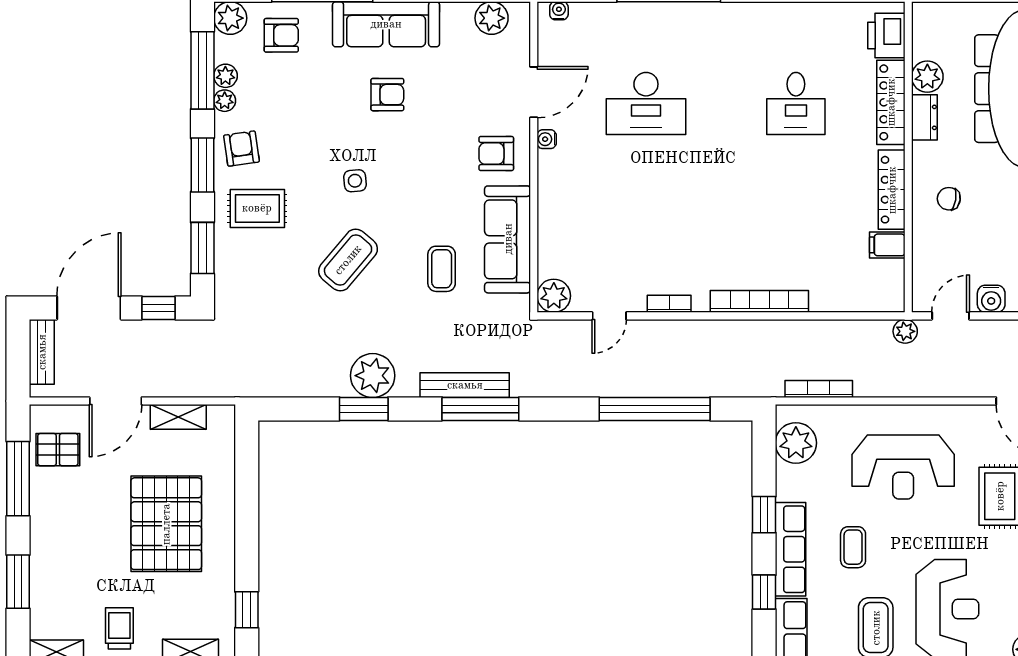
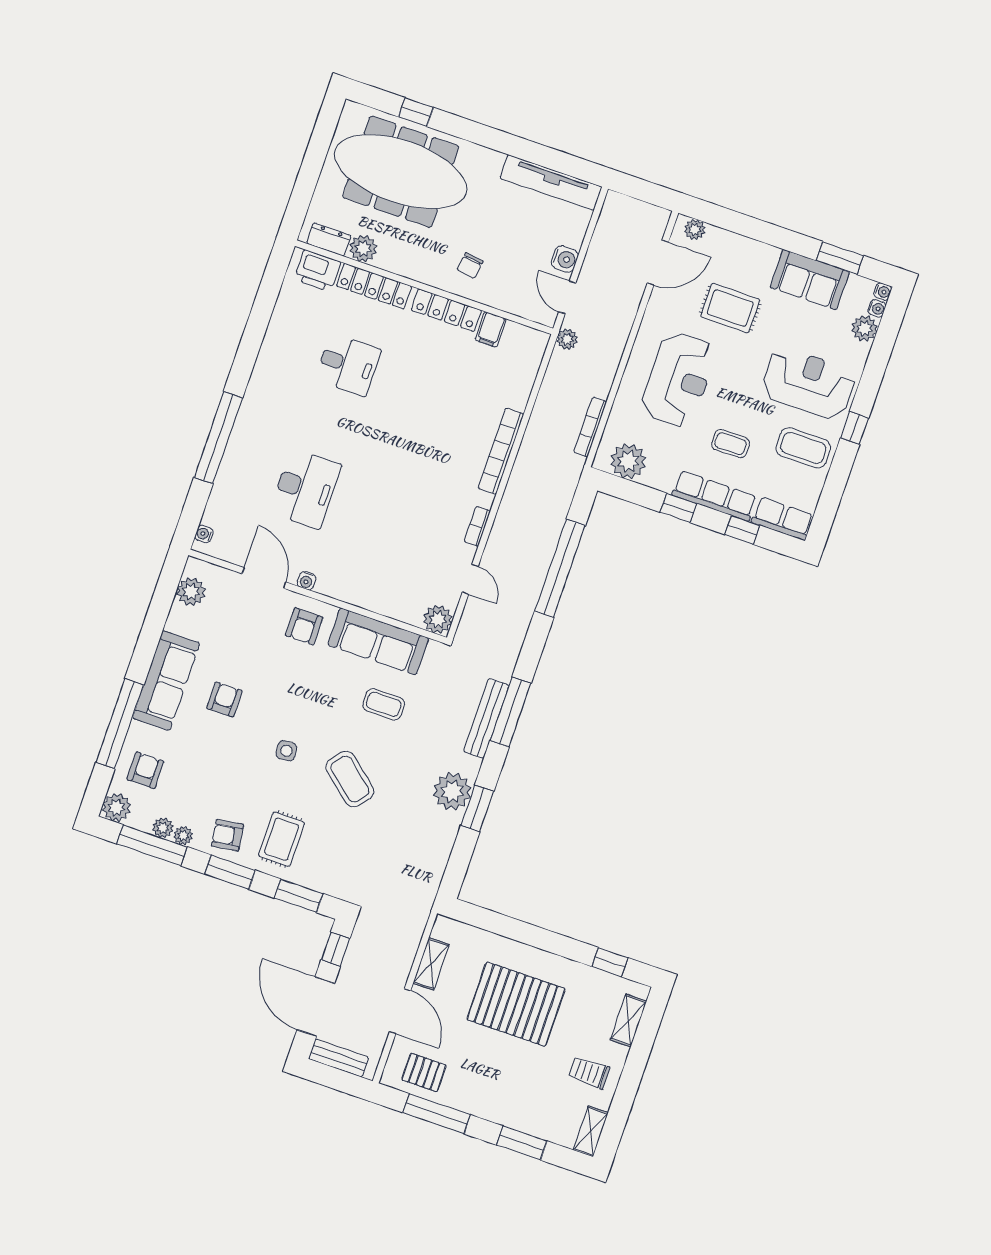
dresser: (924, 117) -> (329, 239), moved
pallet: (58, 450) -> (424, 1072), turned 90

